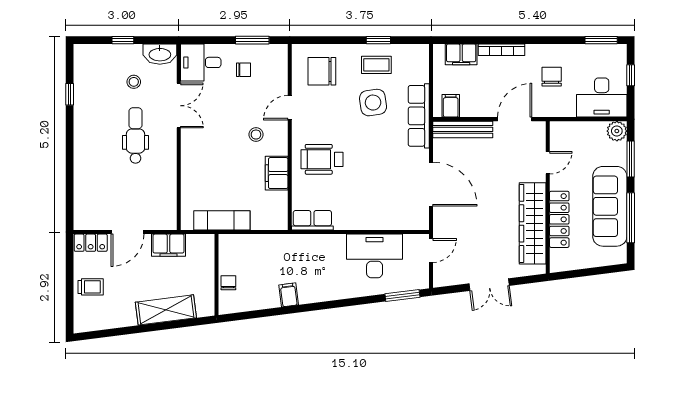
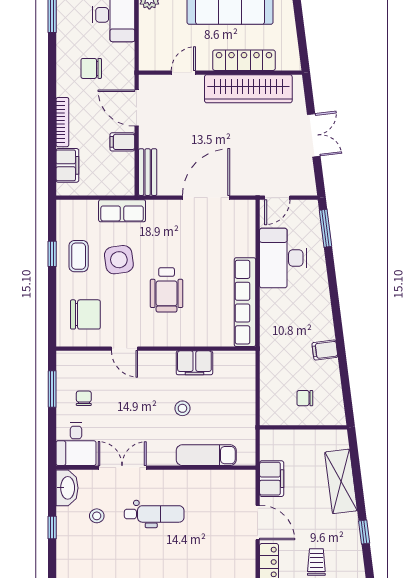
chair: (322, 71) -> (85, 314), turned -90
filing cabinet: (451, 106) -> (122, 142), moved
row of seats: (419, 116) -> (122, 211), width x0.68
bench: (463, 129) -> (148, 172), width x0.73
dental chair: (135, 135) -> (154, 514), turned 180
stool: (256, 135) -> (182, 408), moved
wheelchair: (322, 159) -> (167, 290), moved
door: (548, 163) -> (183, 73), hinge flipped
exam couch: (222, 220) -> (206, 455), moved, turned 90
row of seats: (312, 220) -> (245, 302), width x2.02
door: (431, 251) -> (277, 198), swing flipped
chair: (228, 283) -> (305, 398), moved
window: (119, 332) -> (364, 532), added

